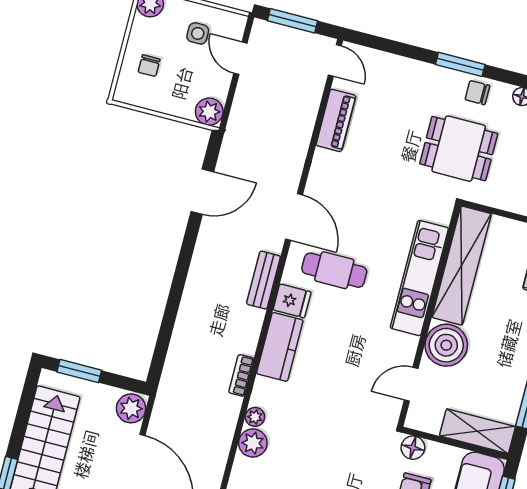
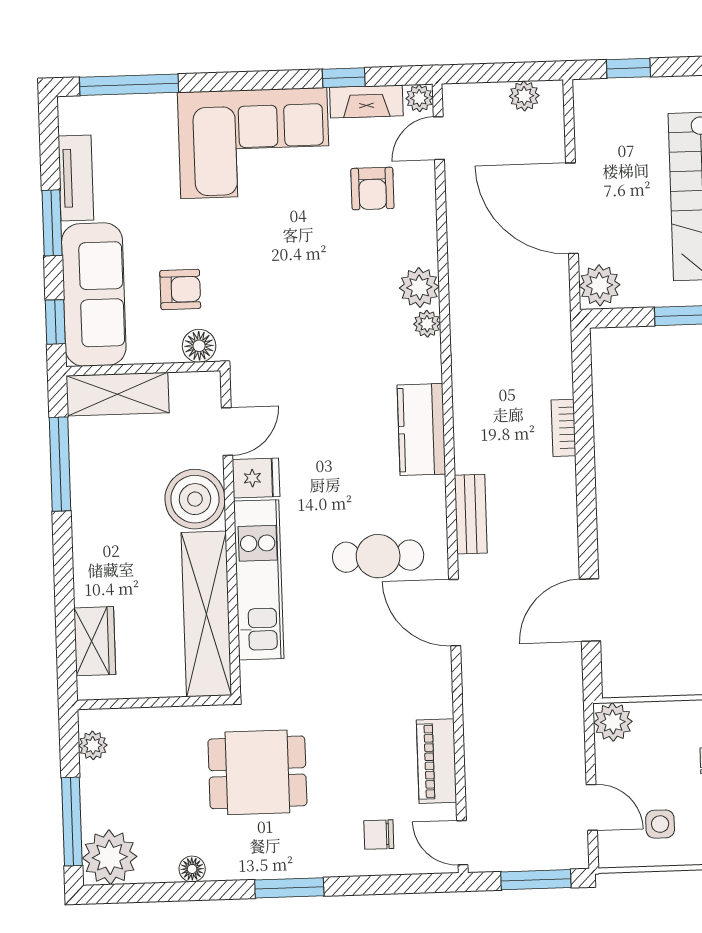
chair: (477, 93) -> (379, 835), moved, turned 180
fridge: (292, 301) -> (256, 478), moved, turned 180
bookcase: (241, 375) -> (563, 428), moved, turned 180

